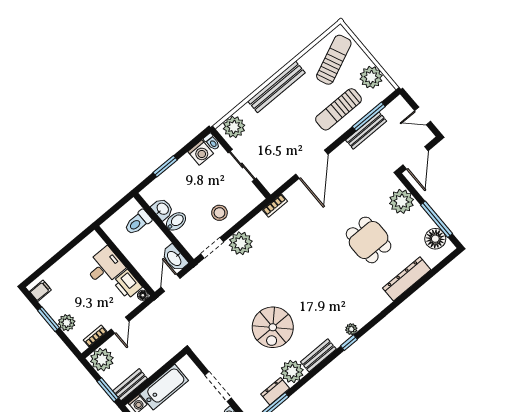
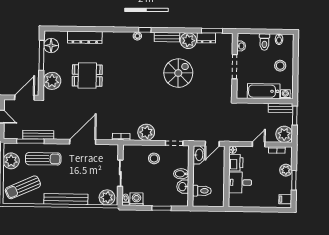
dining table: (369, 240) -> (87, 75), turned 90
plant: (241, 243) -> (146, 132), moved

